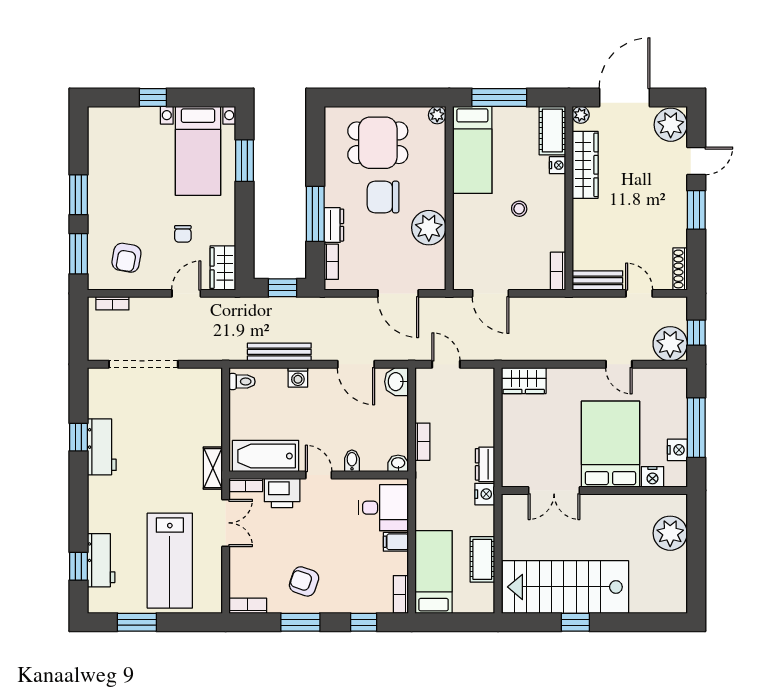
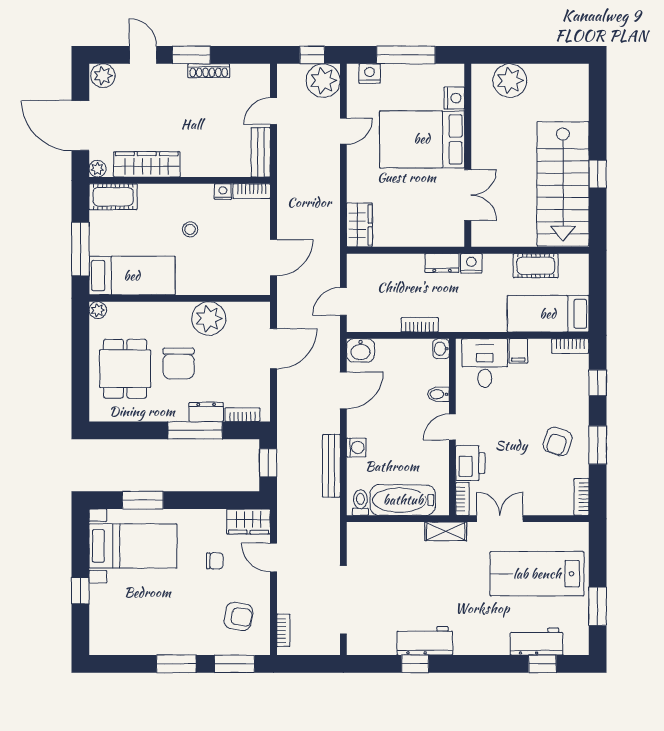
plant: (671, 125) -> (103, 76), width x0.73, depth x0.73
nightstand: (557, 165) -> (223, 192), moved
shoe rack: (680, 269) -> (209, 71), moved
nightstand: (677, 450) -> (370, 73), moved
bathtub: (266, 456) -> (403, 500), moved, turned 90
lab bench: (170, 561) -> (537, 574), turned 180

